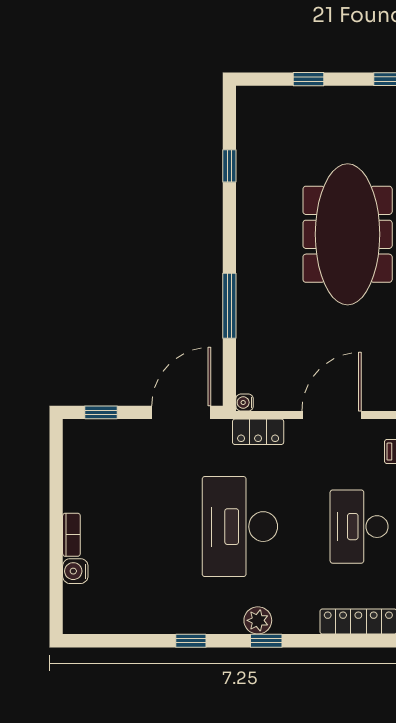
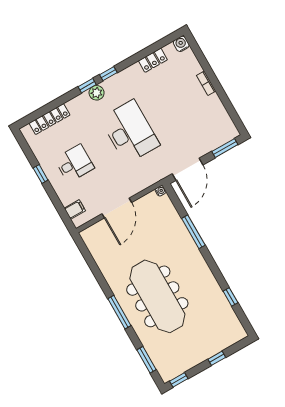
window: (101, 412) -> (225, 148), width x1.50
locker: (258, 432) -> (153, 60), moved, turned 180
desk: (359, 527) -> (74, 163), width x0.73
water cooler: (75, 571) -> (181, 44), moved, turned -90
window: (191, 641) -> (108, 74), moved

